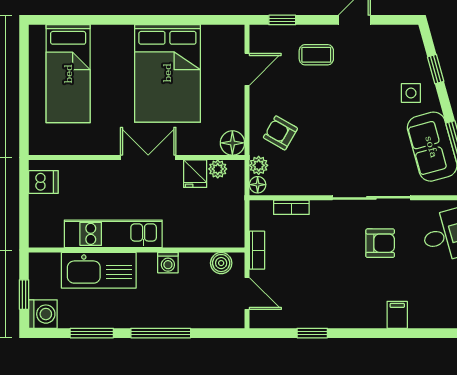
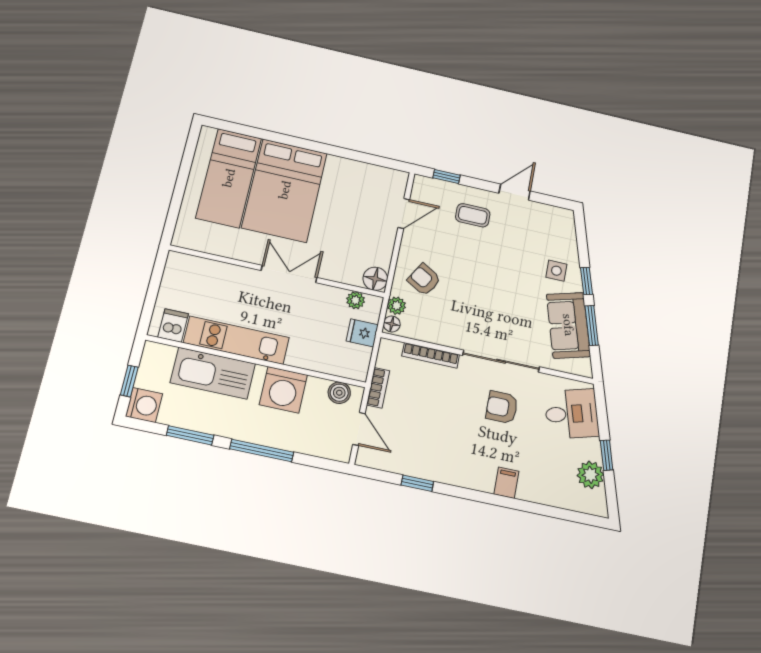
window: (436, 69) -> (587, 281), moved
bed: (167, 73) -> (285, 190), moved
fridge: (195, 174) -> (362, 333), moved, turned 90
dishwasher: (43, 182) -> (173, 325), moved, turned -90
bookcase: (291, 207) -> (431, 355), width x1.56
armchair: (380, 243) -> (502, 407), turned 180
washing machine: (168, 263) -> (283, 390), width x1.89, depth x1.89

